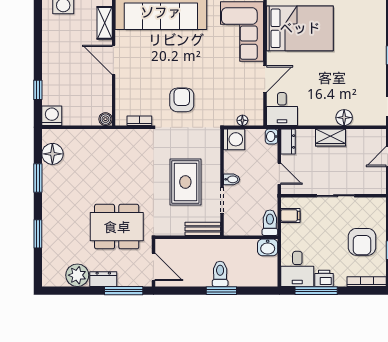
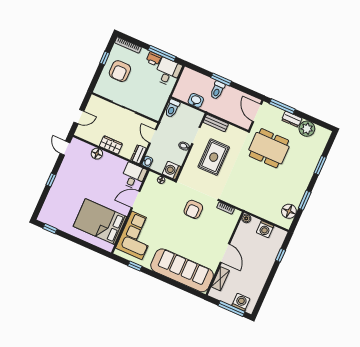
washing machine: (52, 116) -> (265, 229), moved
filing cabinet: (290, 215) -> (157, 107), removed
armchair: (362, 242) -> (120, 71), turned 180
washbasin: (268, 247) -> (196, 100), moved

